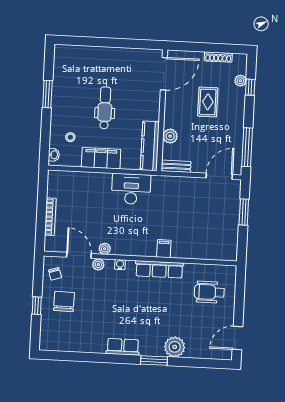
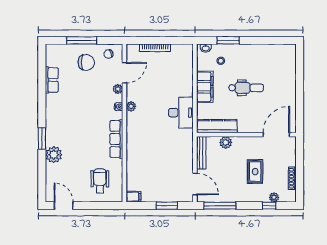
door: (164, 74) -> (276, 135), swing flipped
window: (47, 94) -> (228, 40), moved
rug: (208, 102) -> (255, 172), turned 90
bench: (176, 166) -> (201, 153), width x1.36
plant: (105, 249) -> (131, 106), moved
filing cabinet: (164, 249) -> (134, 197), moved
window: (37, 306) -> (82, 40), width x2.17
row of seats: (123, 347) -> (52, 80), moved

